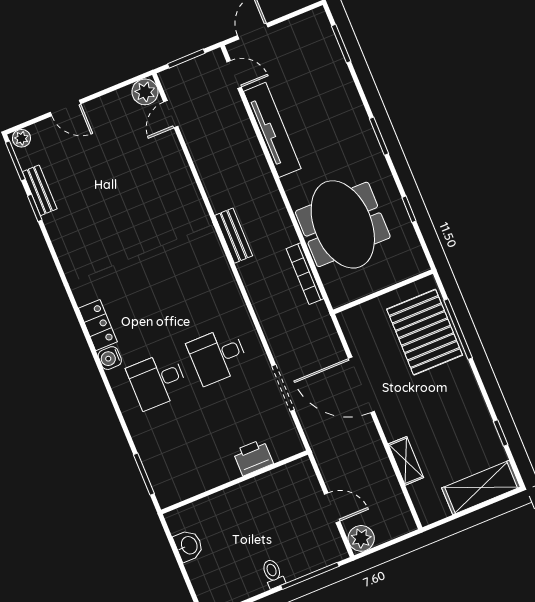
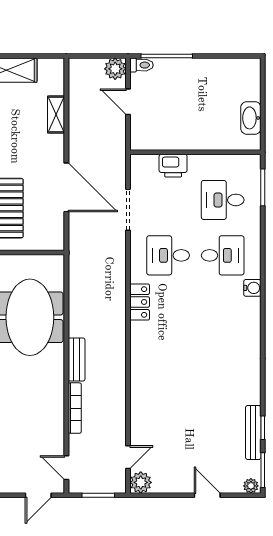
tv unit: (272, 130) -> (54, 413), removed
bench: (40, 190) -> (253, 433), width x1.36
bench: (234, 236) -> (77, 359), moved
bookcase: (305, 274) -> (75, 408), moved
locker: (98, 325) -> (140, 302), moved, turned 180
desk: (218, 356) -> (168, 255), turned 180
desk: (183, 442) -> (223, 200), added
washbasin: (189, 546) -> (251, 118), width x1.38
toilet: (273, 574) -> (141, 65), moved, turned -90

